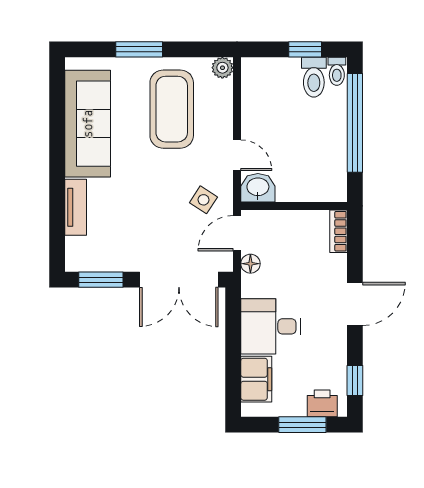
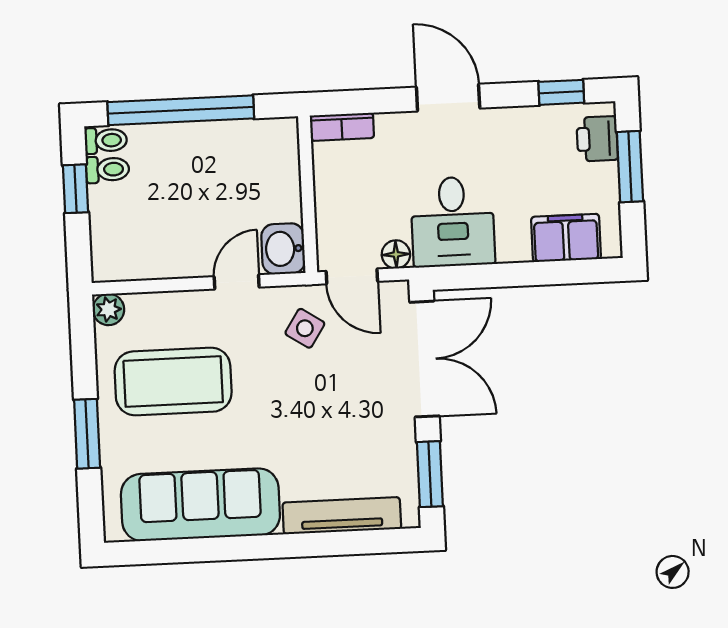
toilet: (314, 77) -> (108, 169), width x0.73, depth x0.72
tv unit: (76, 207) -> (342, 516), width x1.41
desk: (271, 326) -> (453, 222), moved

